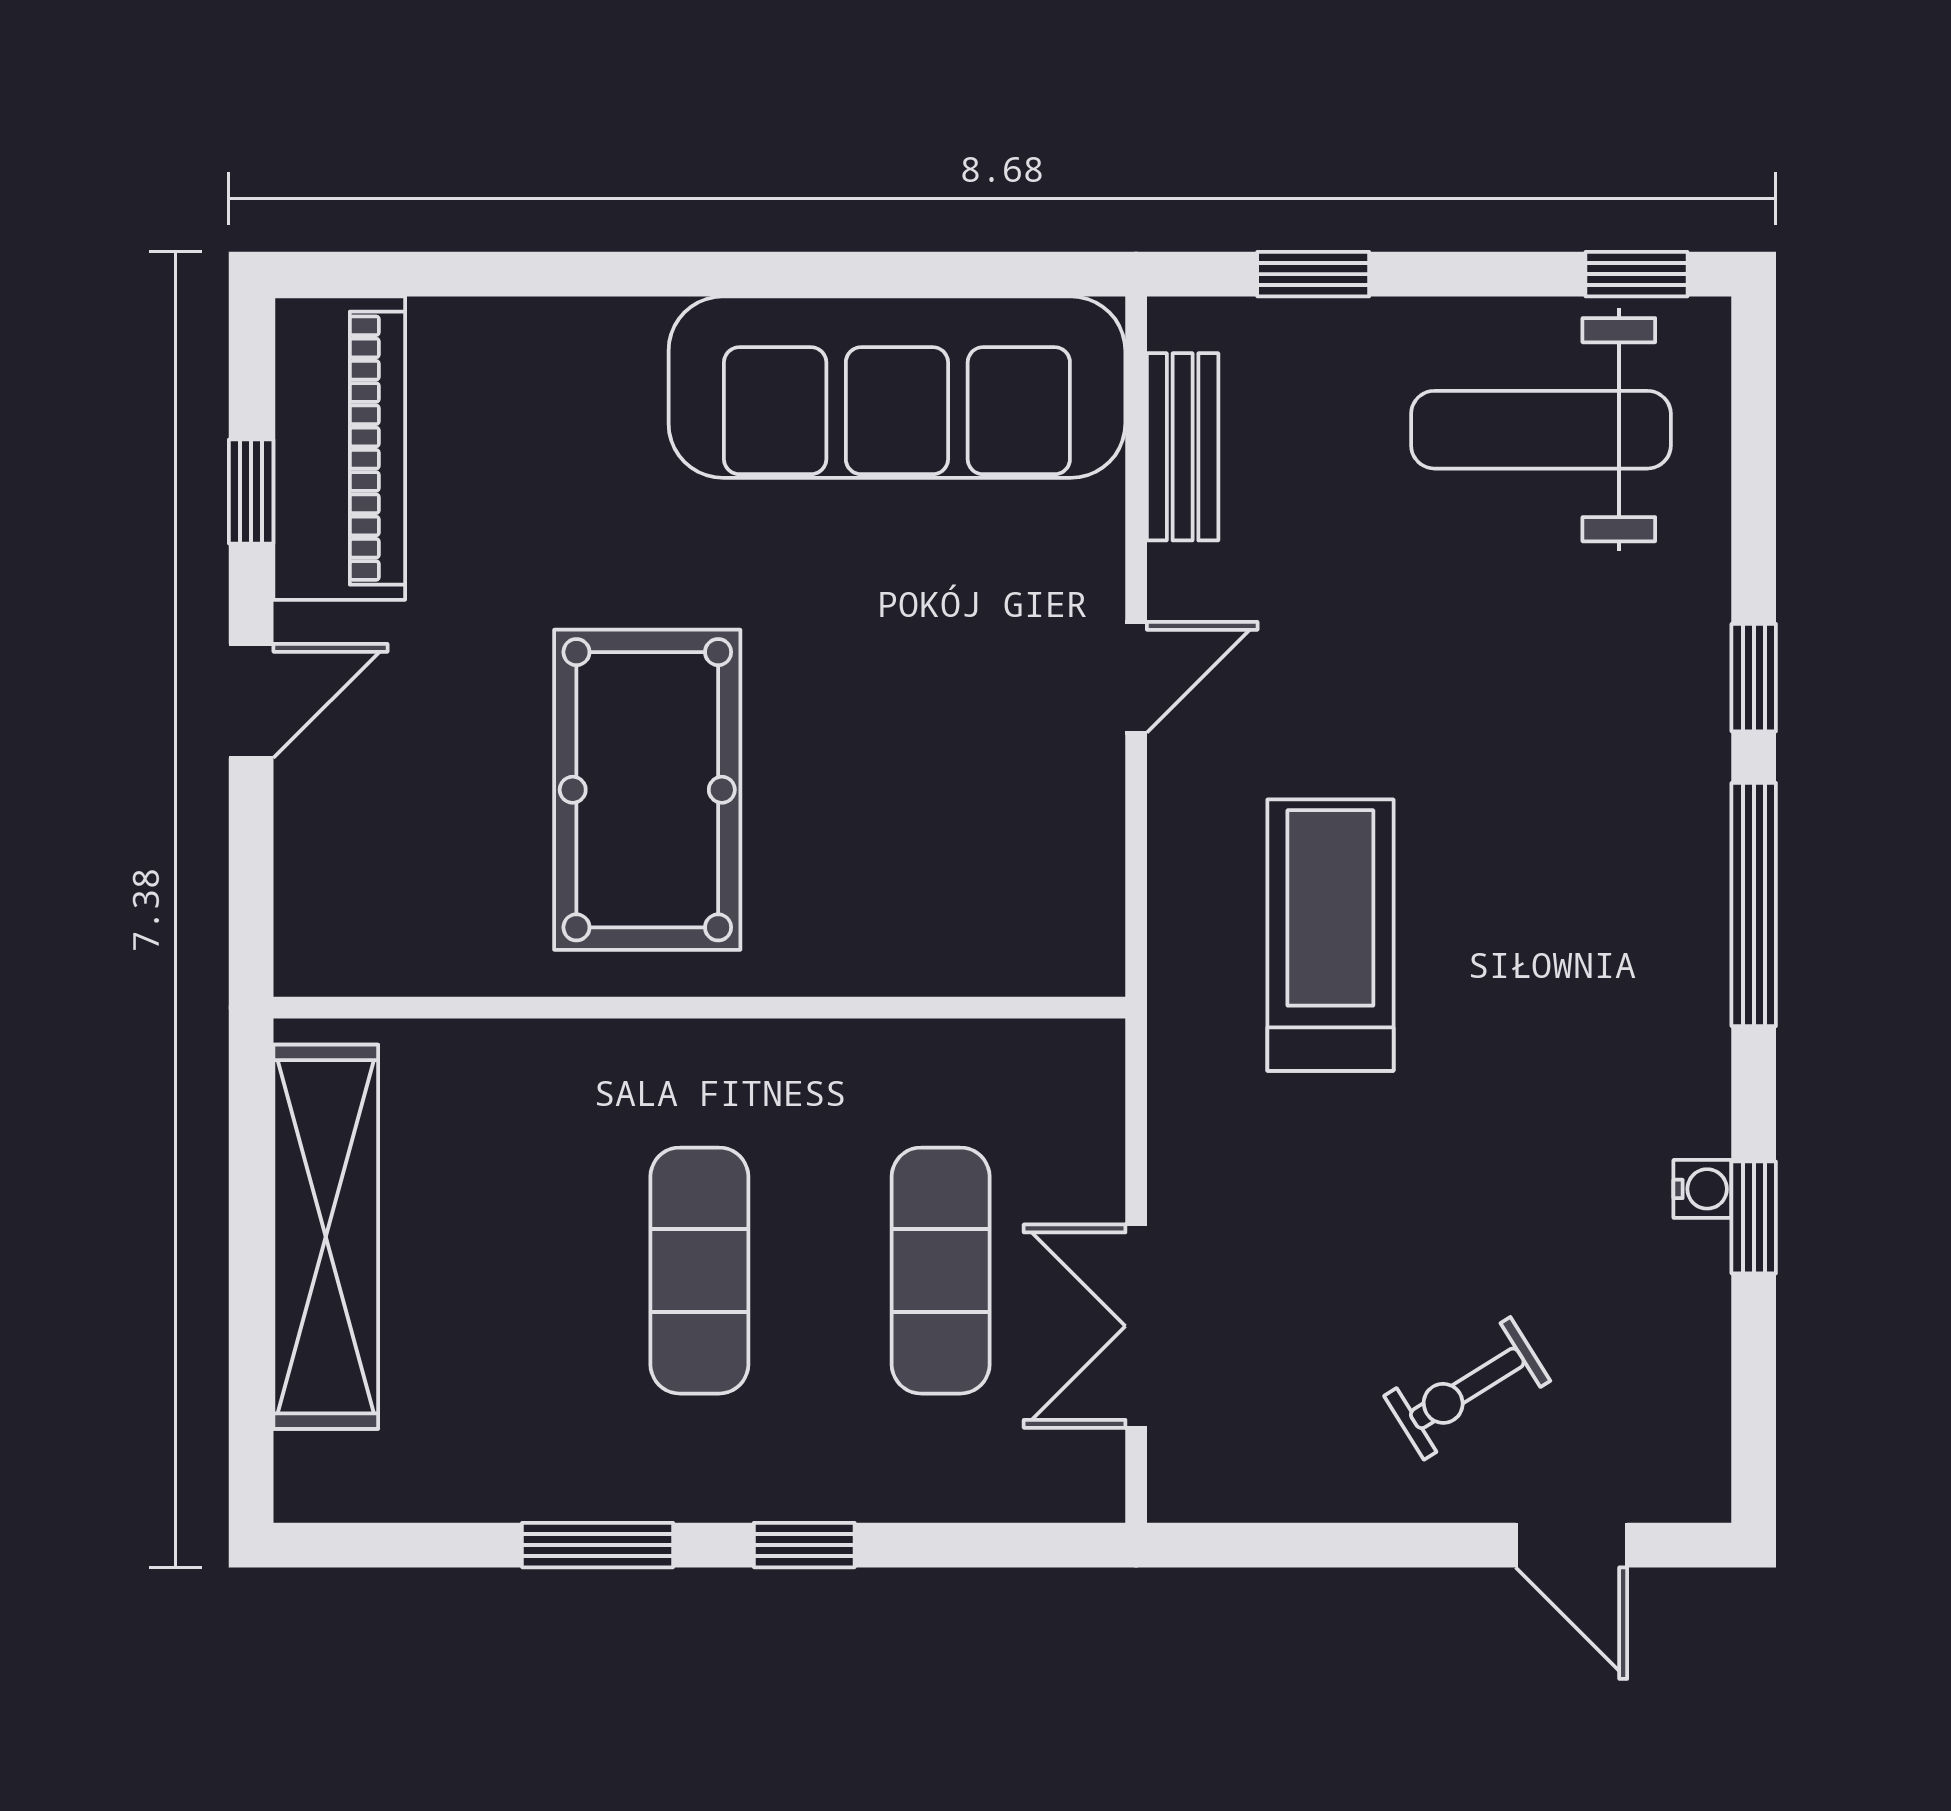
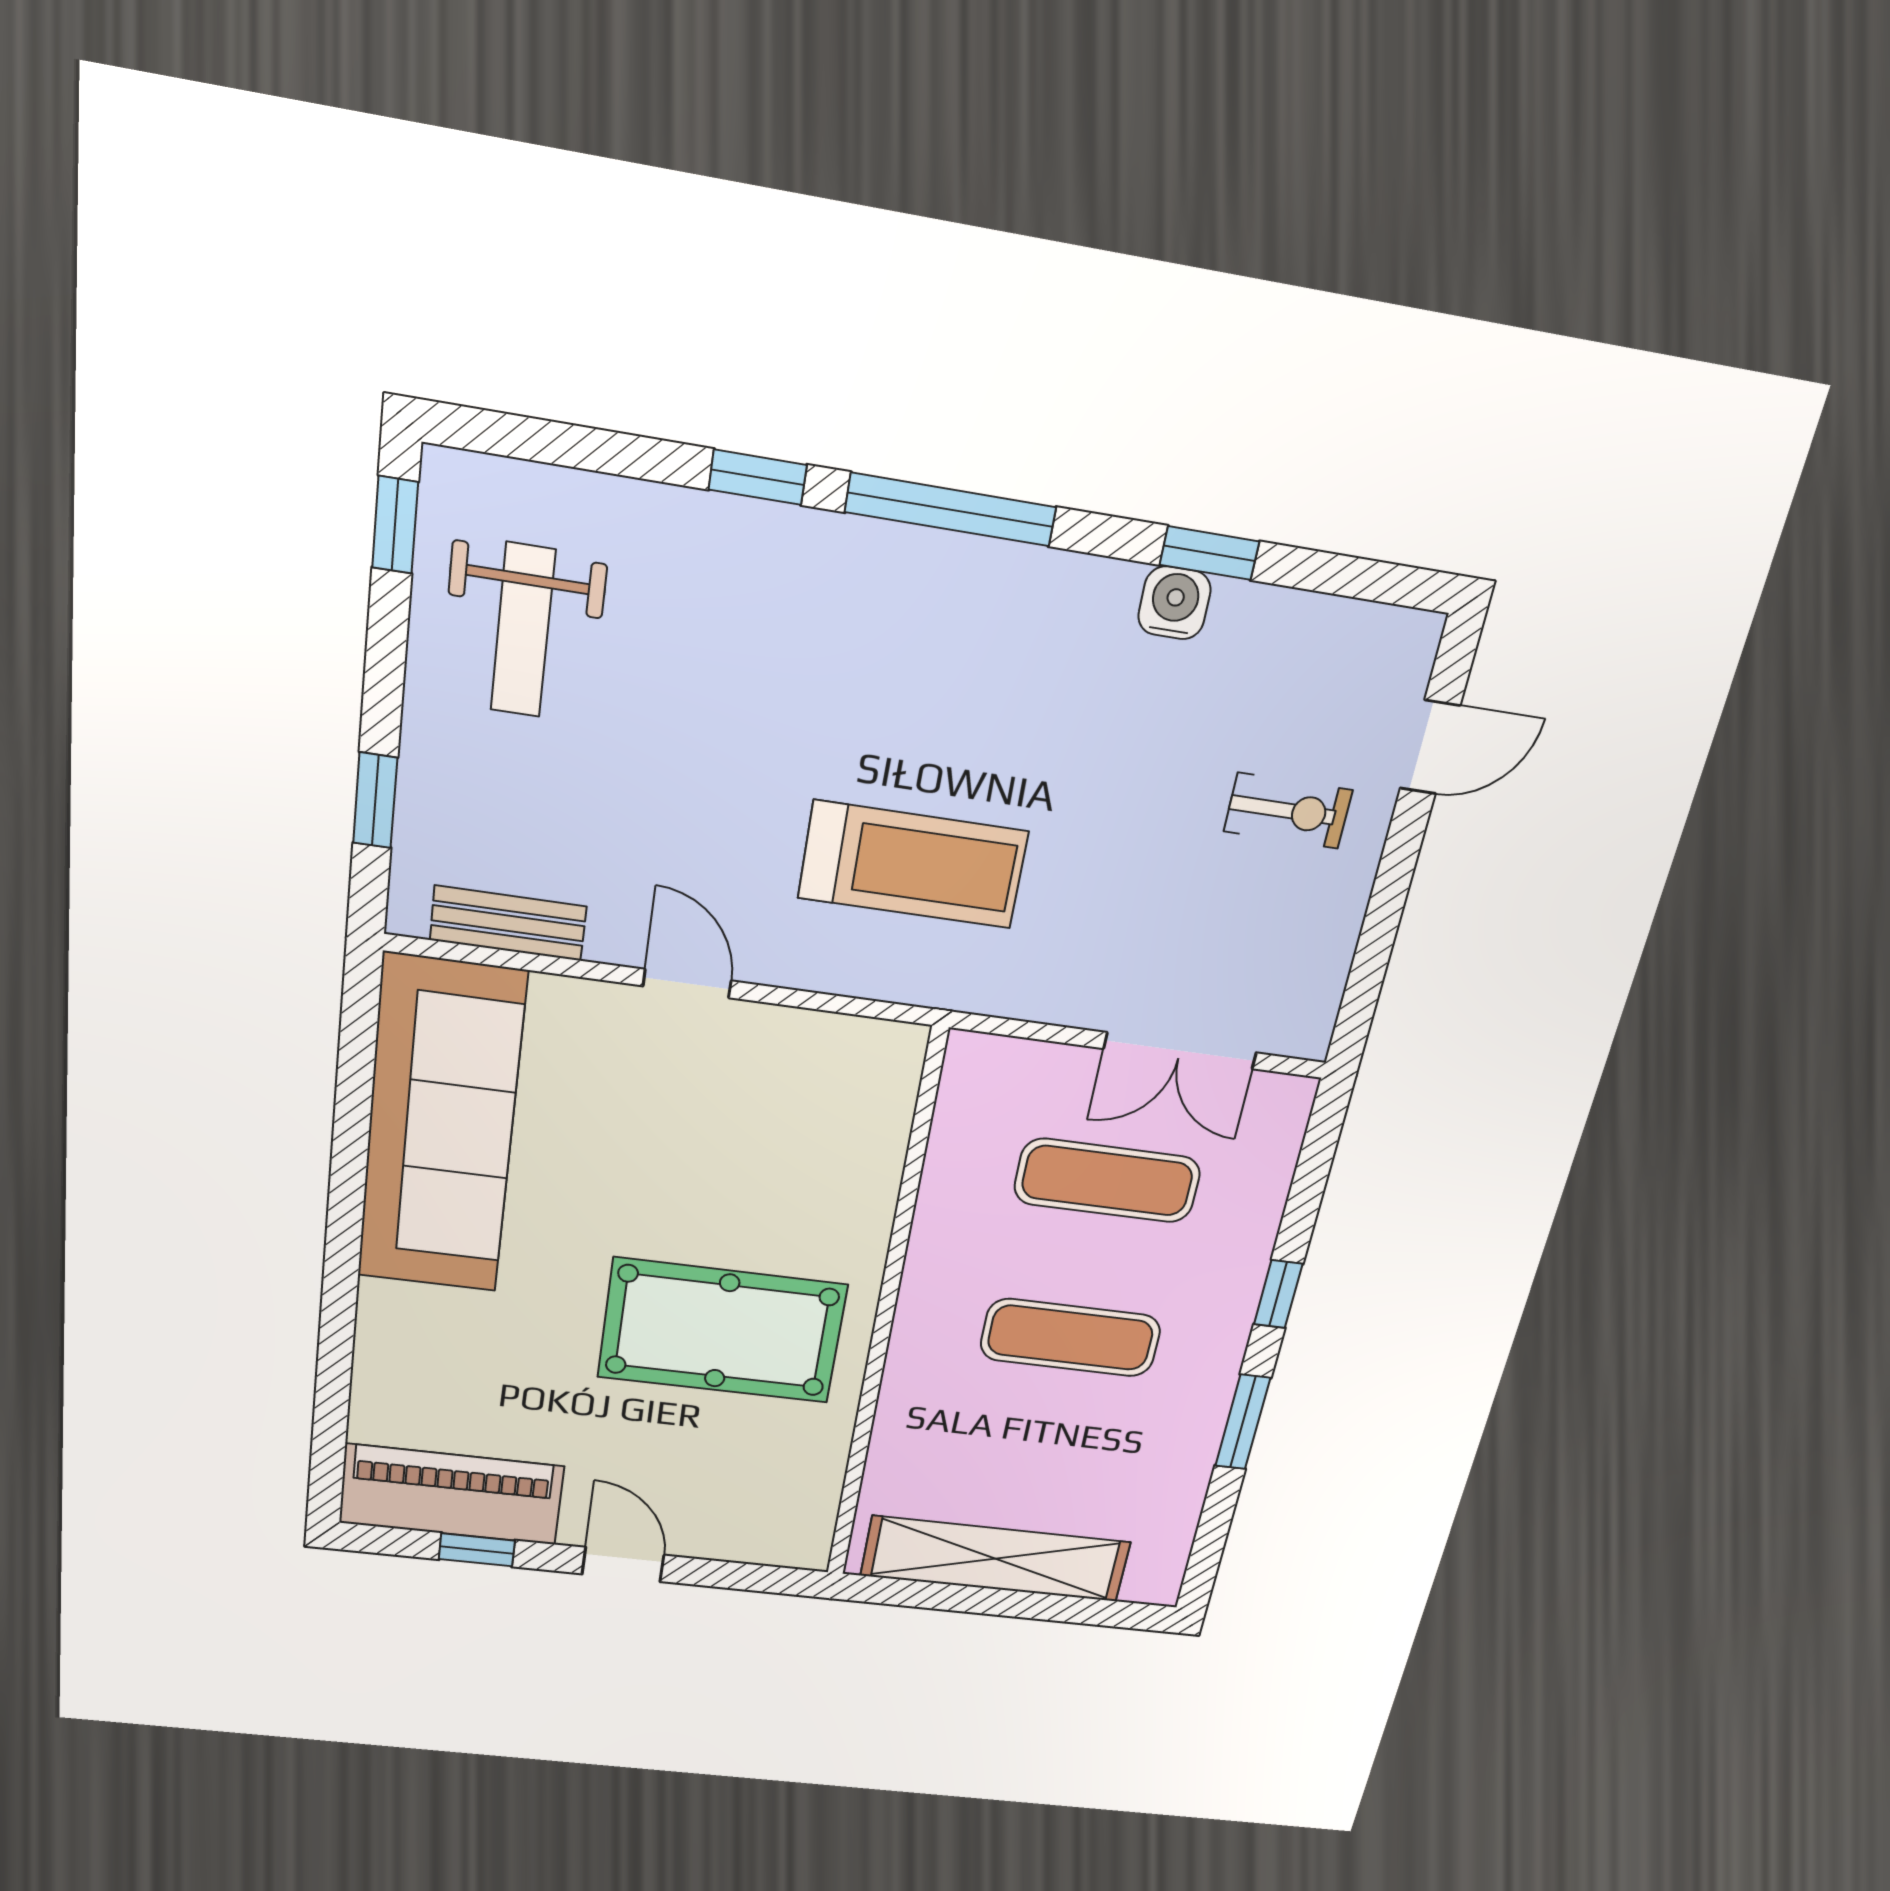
weight bench: (1541, 430) -> (523, 630), width x0.73, depth x0.75
treadmill: (1330, 935) -> (913, 865), turned 180
water cooler: (1702, 1189) -> (1174, 603), width x1.38, depth x1.38
exercise bike: (1467, 1388) -> (1288, 811), turned -58

